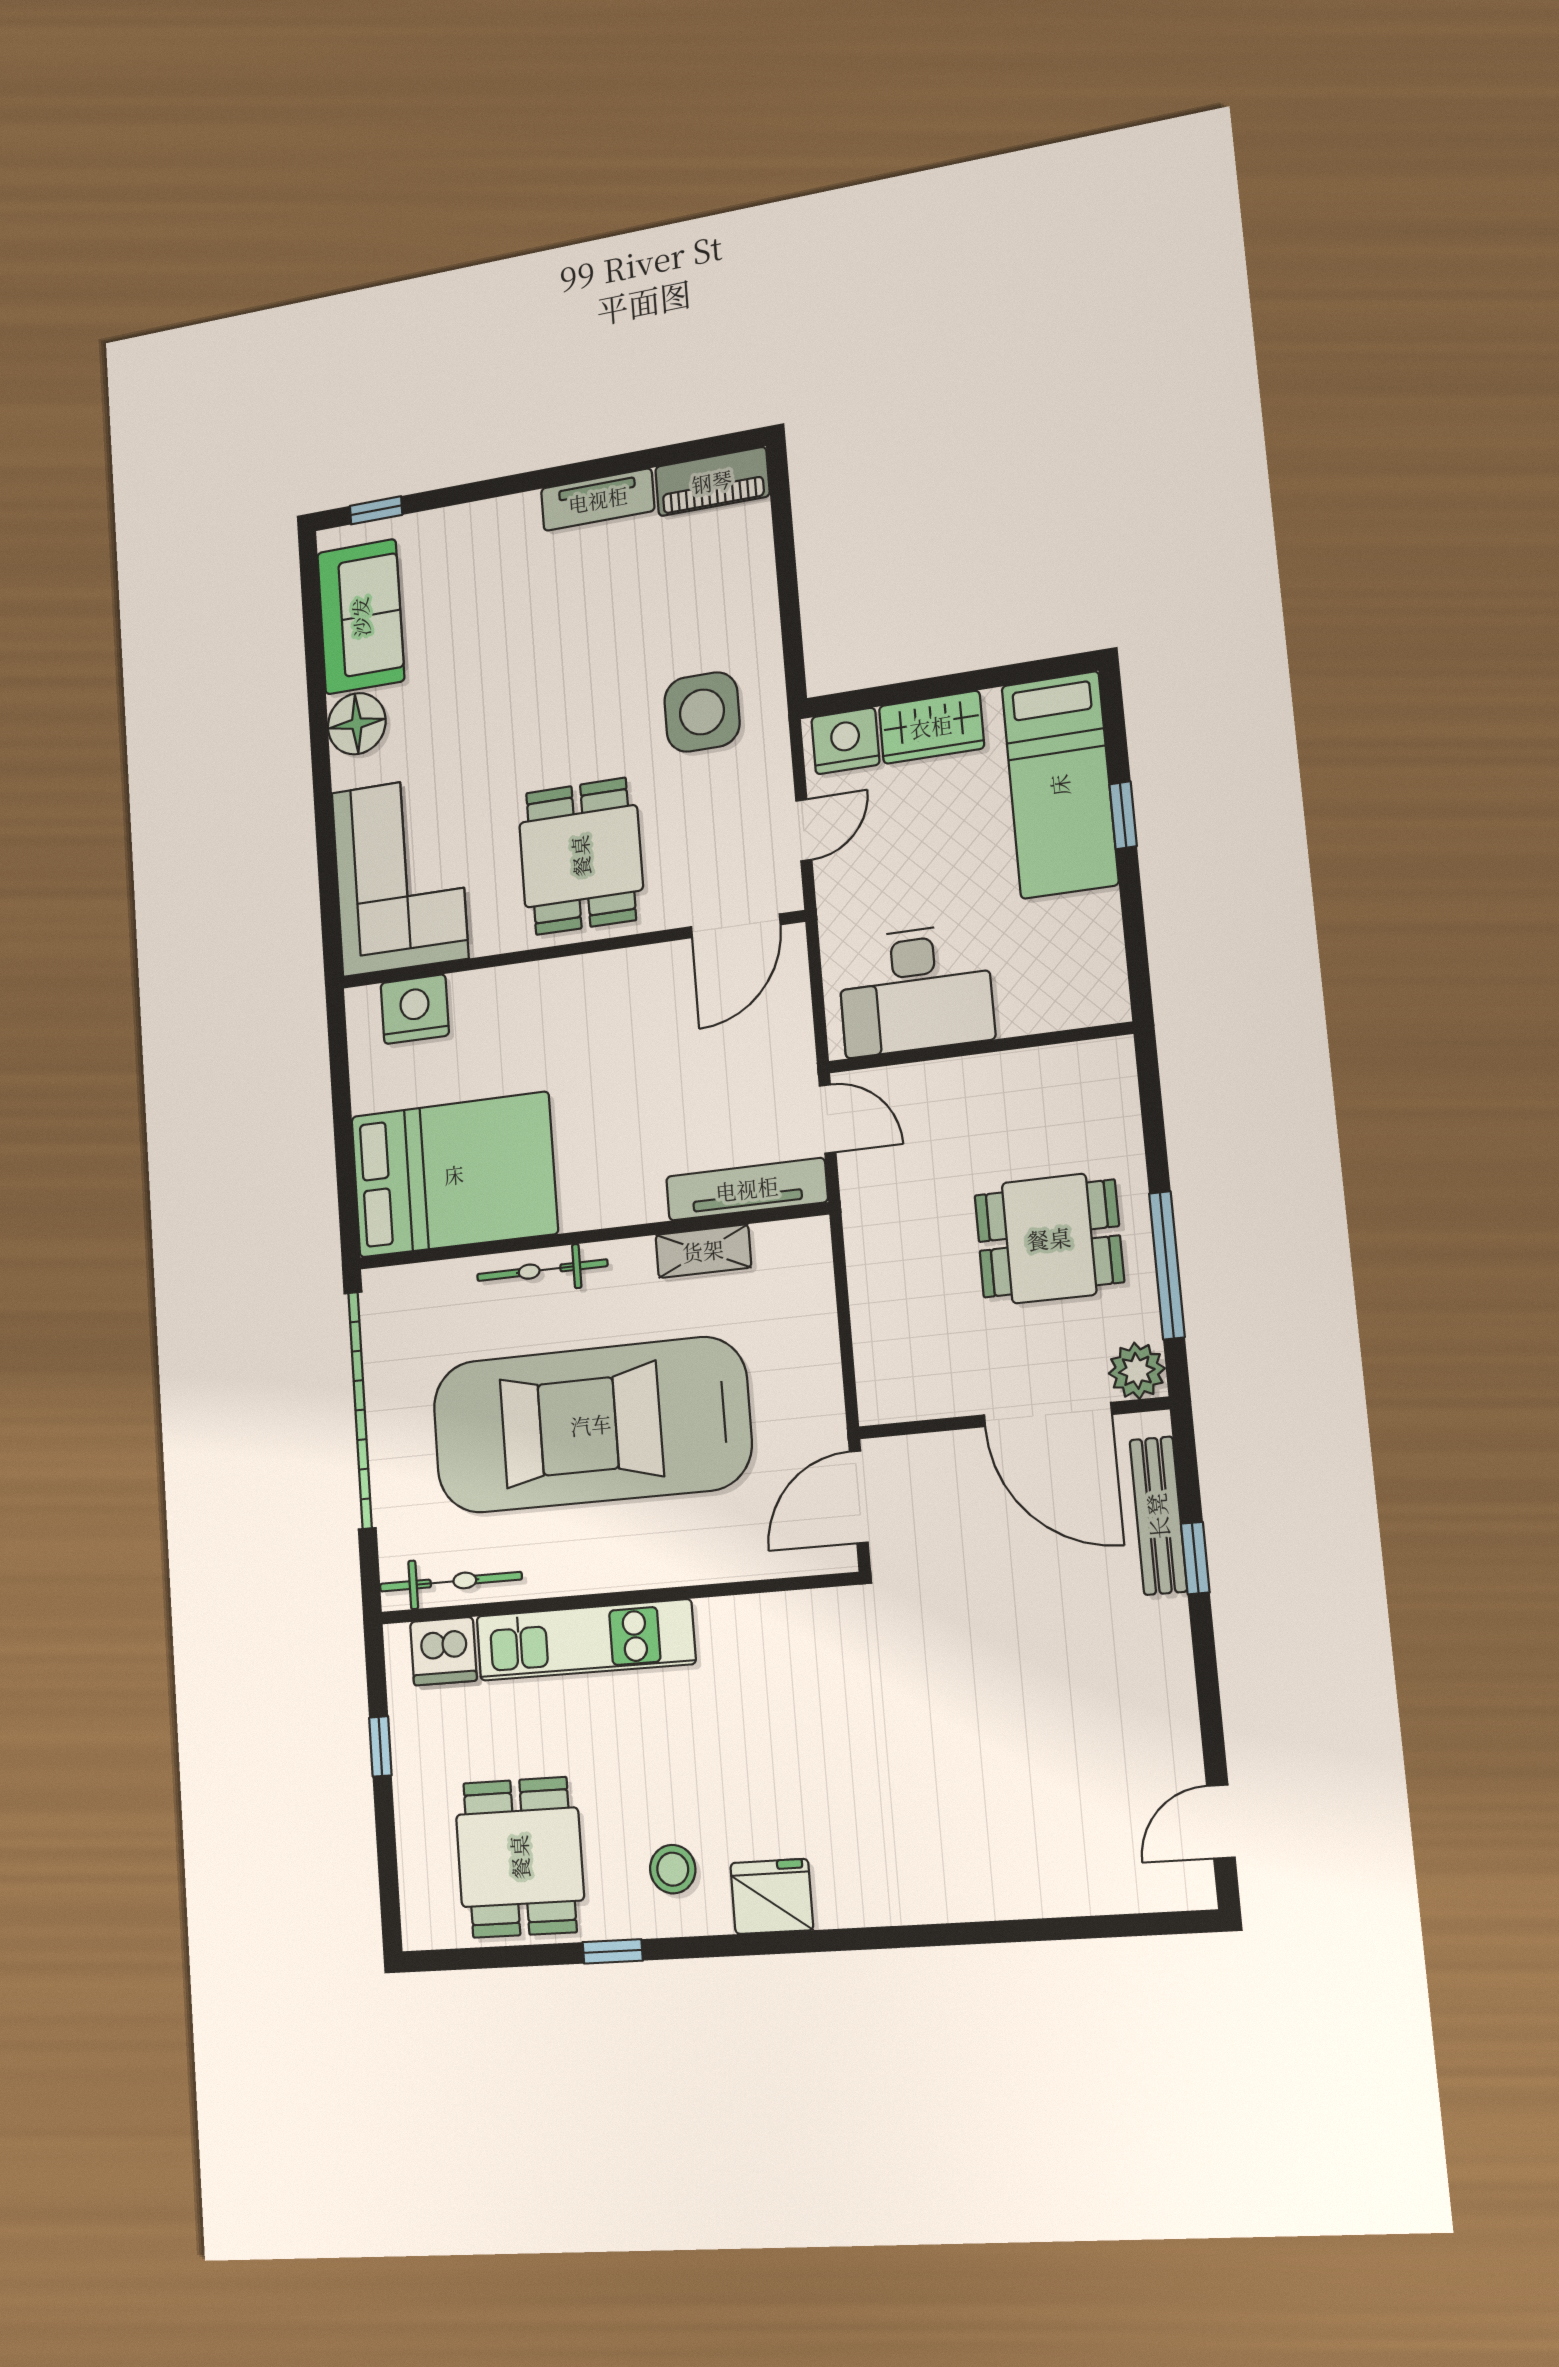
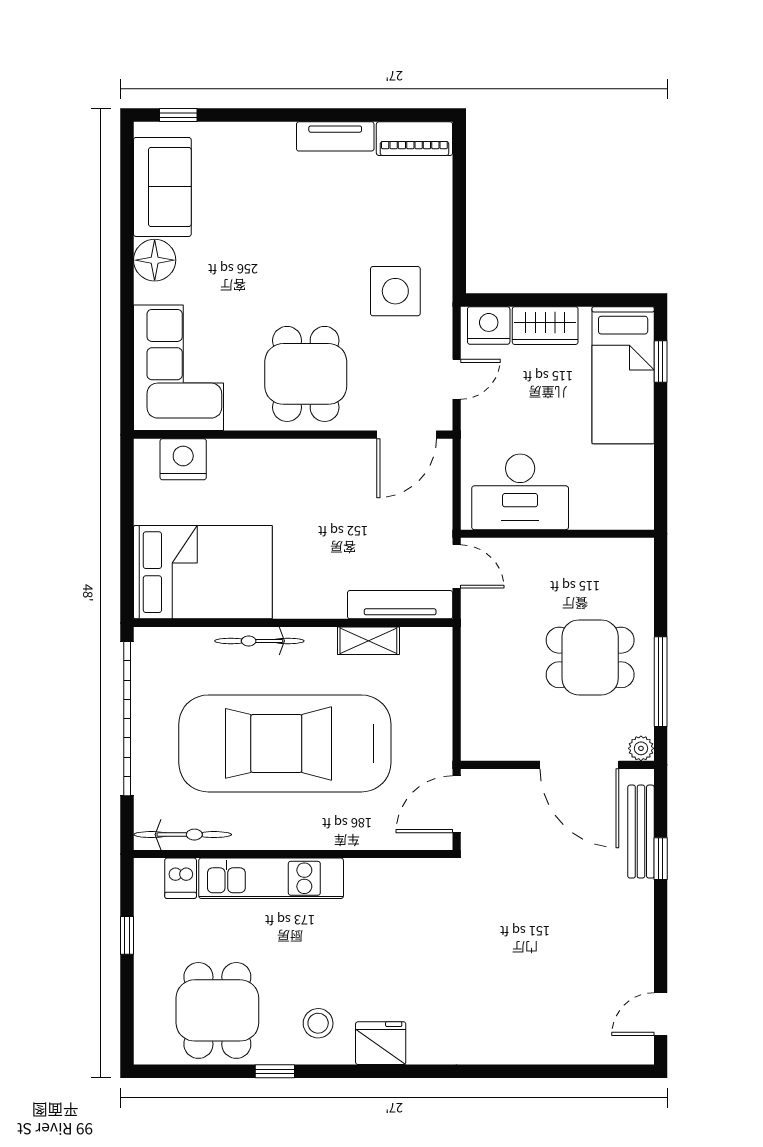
window: (1123, 815) -> (661, 362), moved
plant: (1137, 1371) -> (641, 748), width x0.73, depth x0.73
dishwasher: (443, 1651) -> (181, 878), width x0.73

